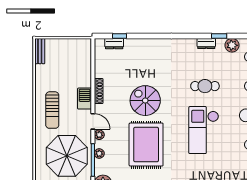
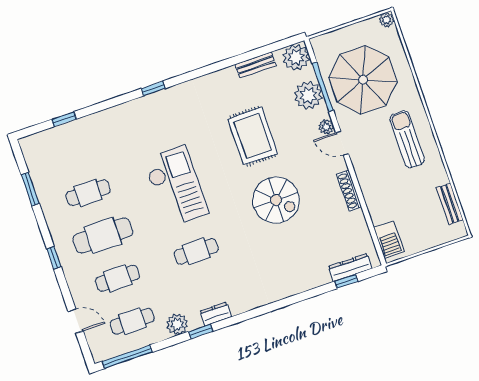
dresser: (114, 44) -> (350, 268), width x1.44
bench: (40, 51) -> (450, 204), moved
barbecue: (85, 99) -> (389, 240), moved
rug: (146, 145) -> (253, 136), width x0.73, depth x0.69
plant: (99, 153) -> (308, 95), width x1.87, depth x1.87

